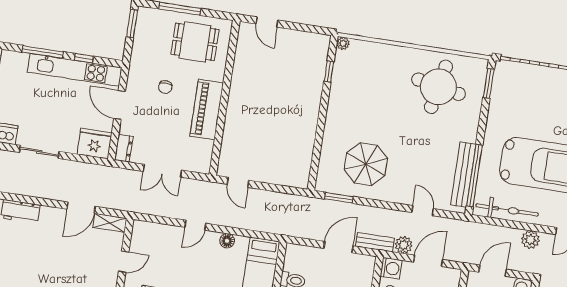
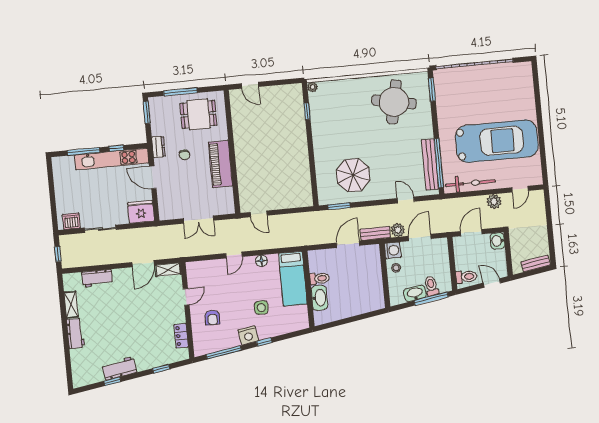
dresser: (124, 148) -> (158, 147), moved

